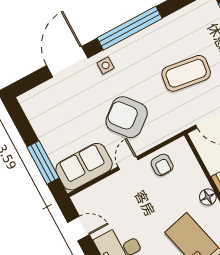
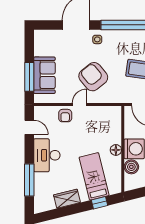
armchair: (162, 165) -> (65, 116), moved
sofa: (84, 167) -> (44, 75), moved, turned 90

